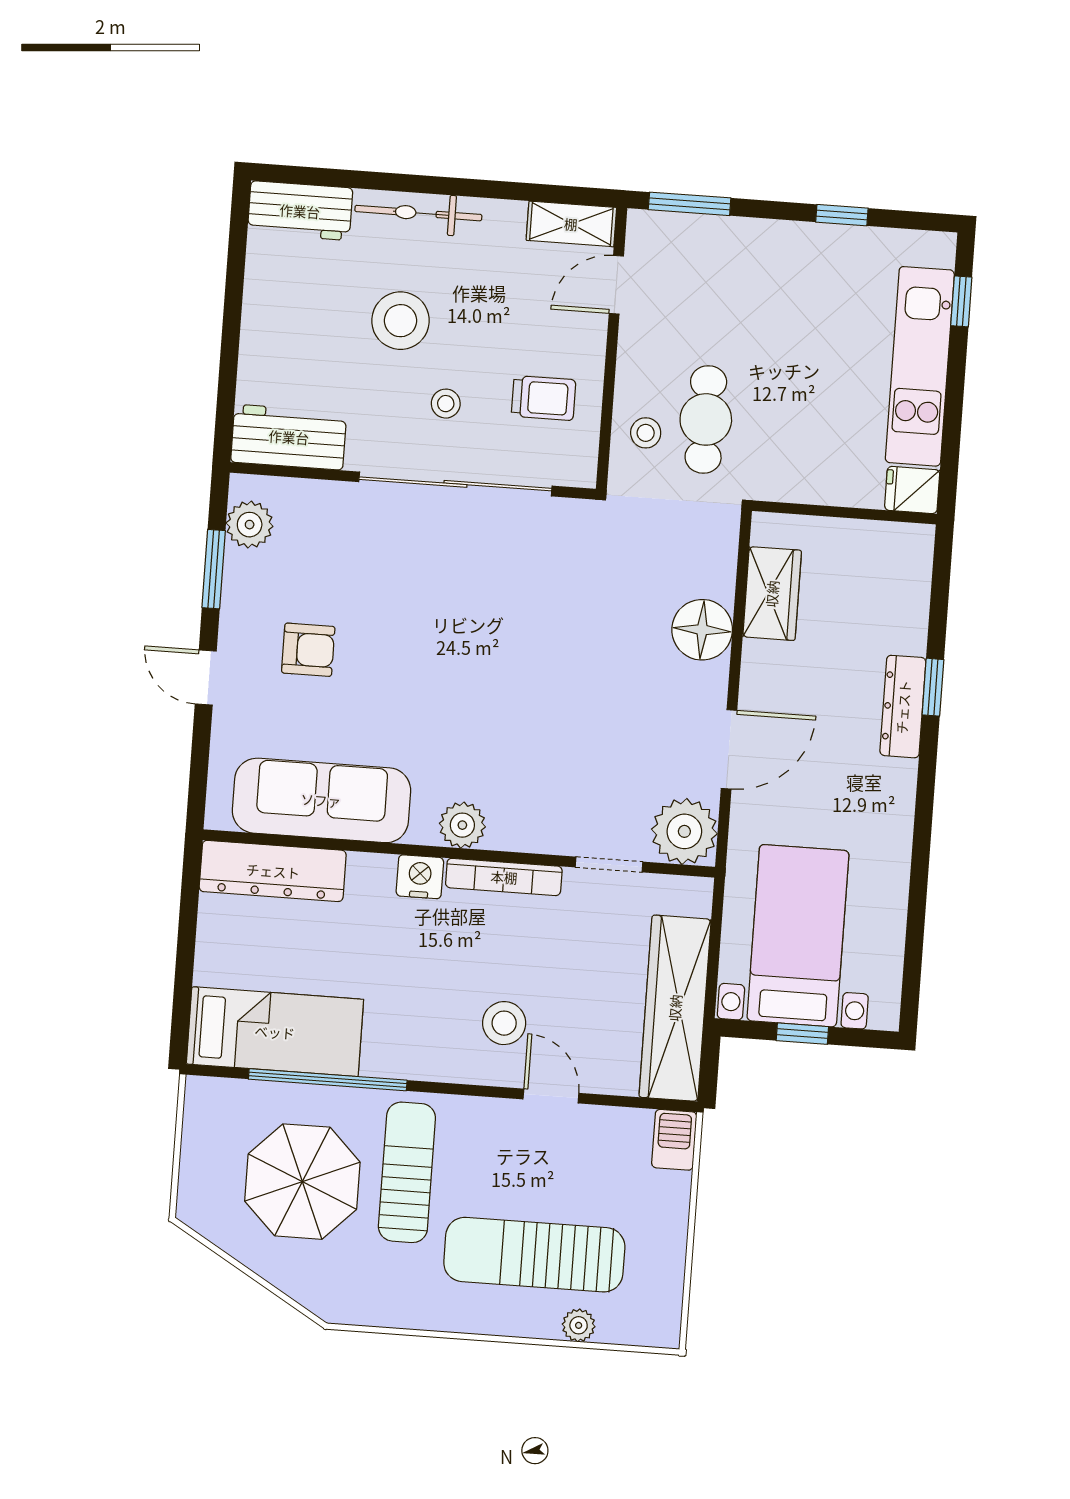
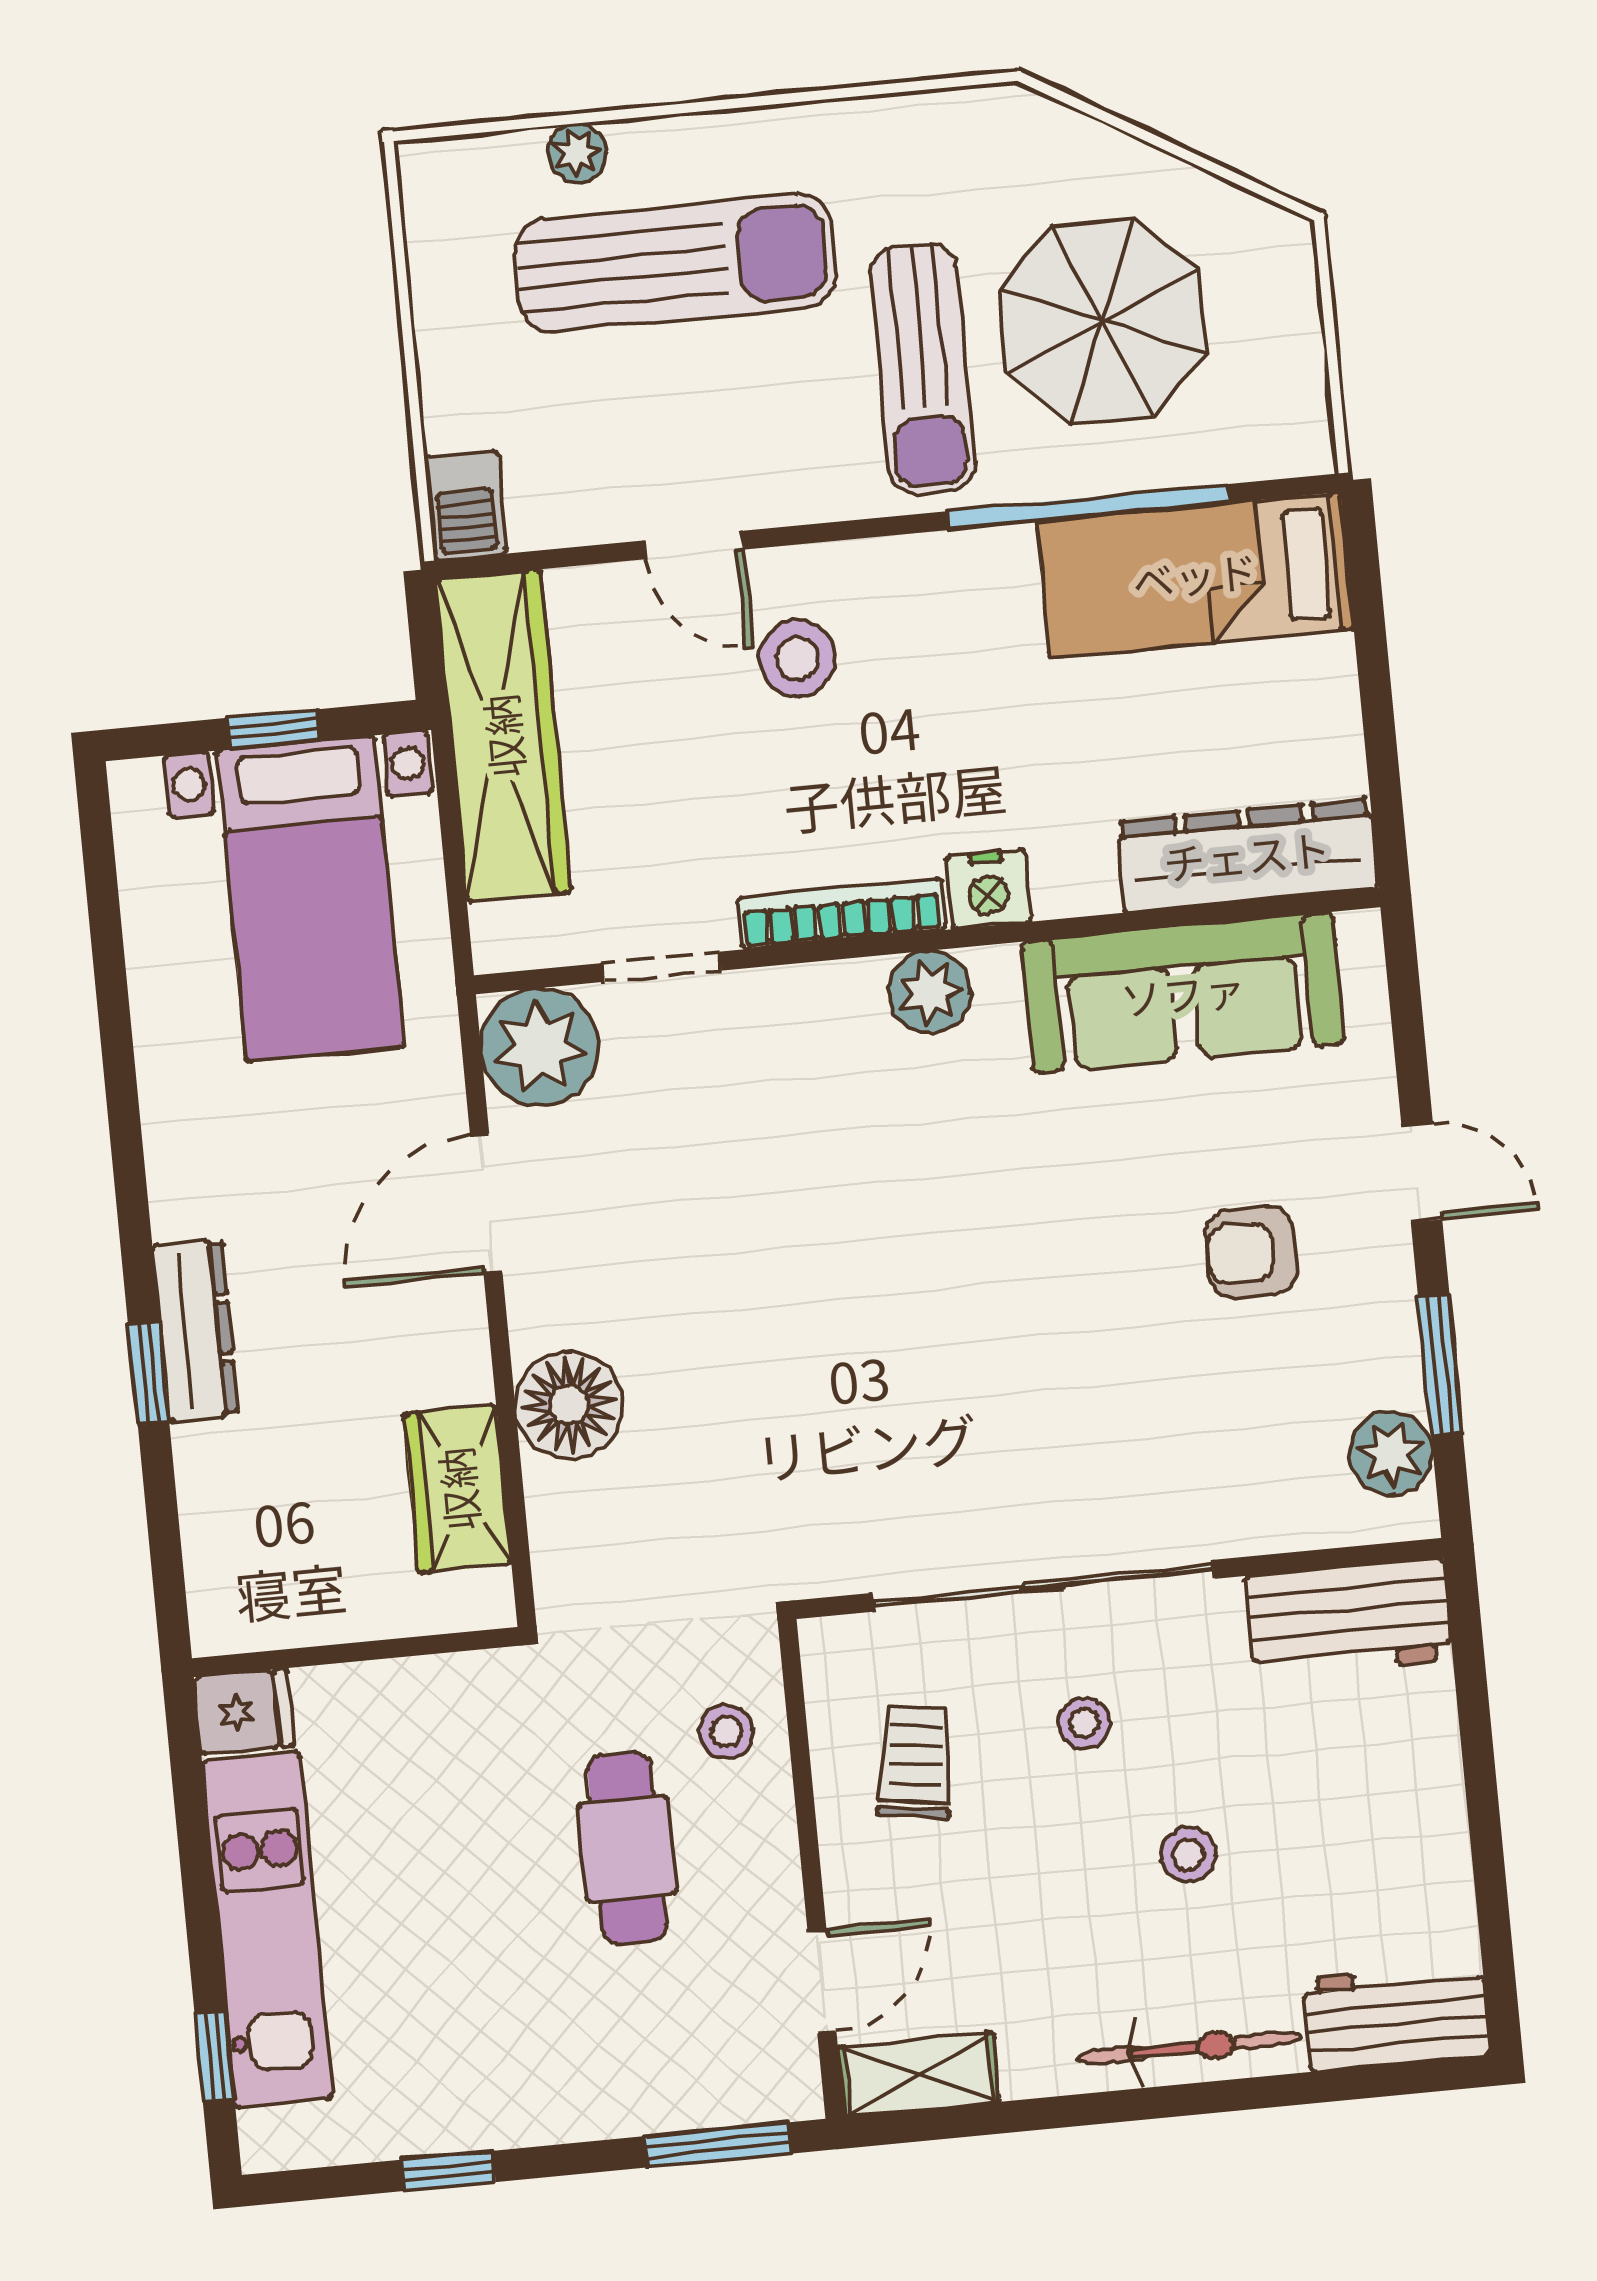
stool: (400, 321) -> (1188, 1855), width x0.53, depth x0.53
trolley: (543, 398) -> (915, 1762), turned 98
cafe table: (706, 419) -> (627, 1849), moved

